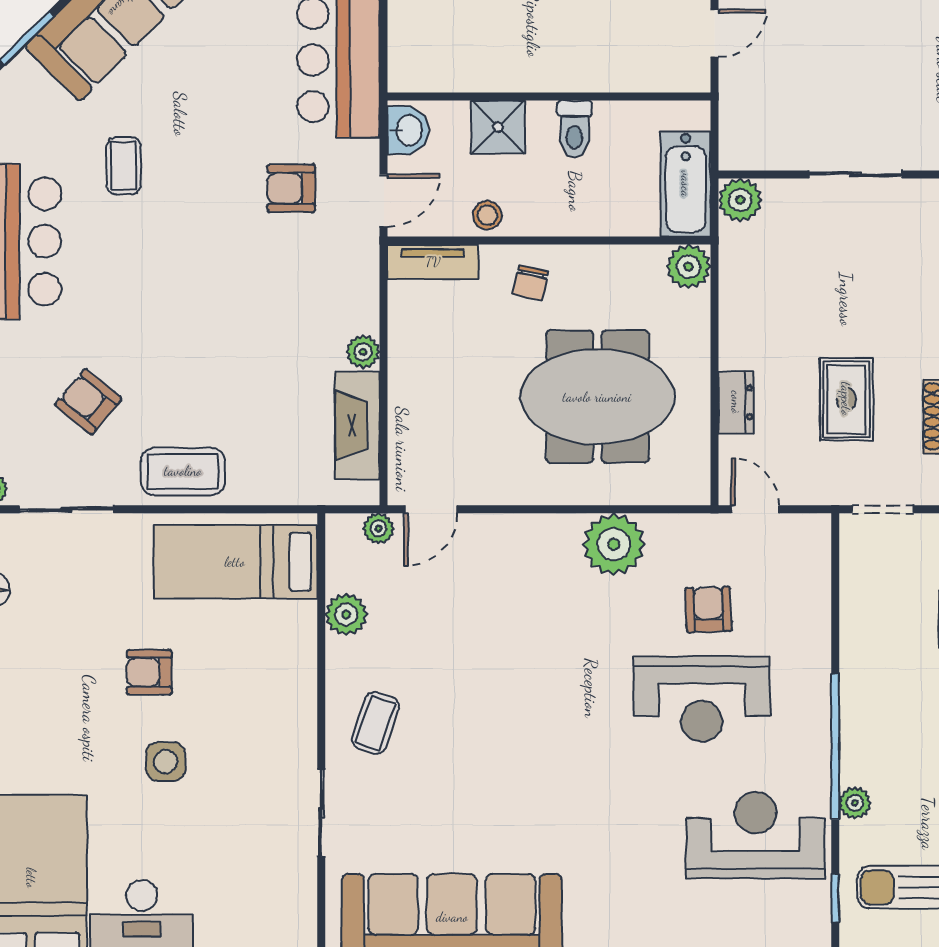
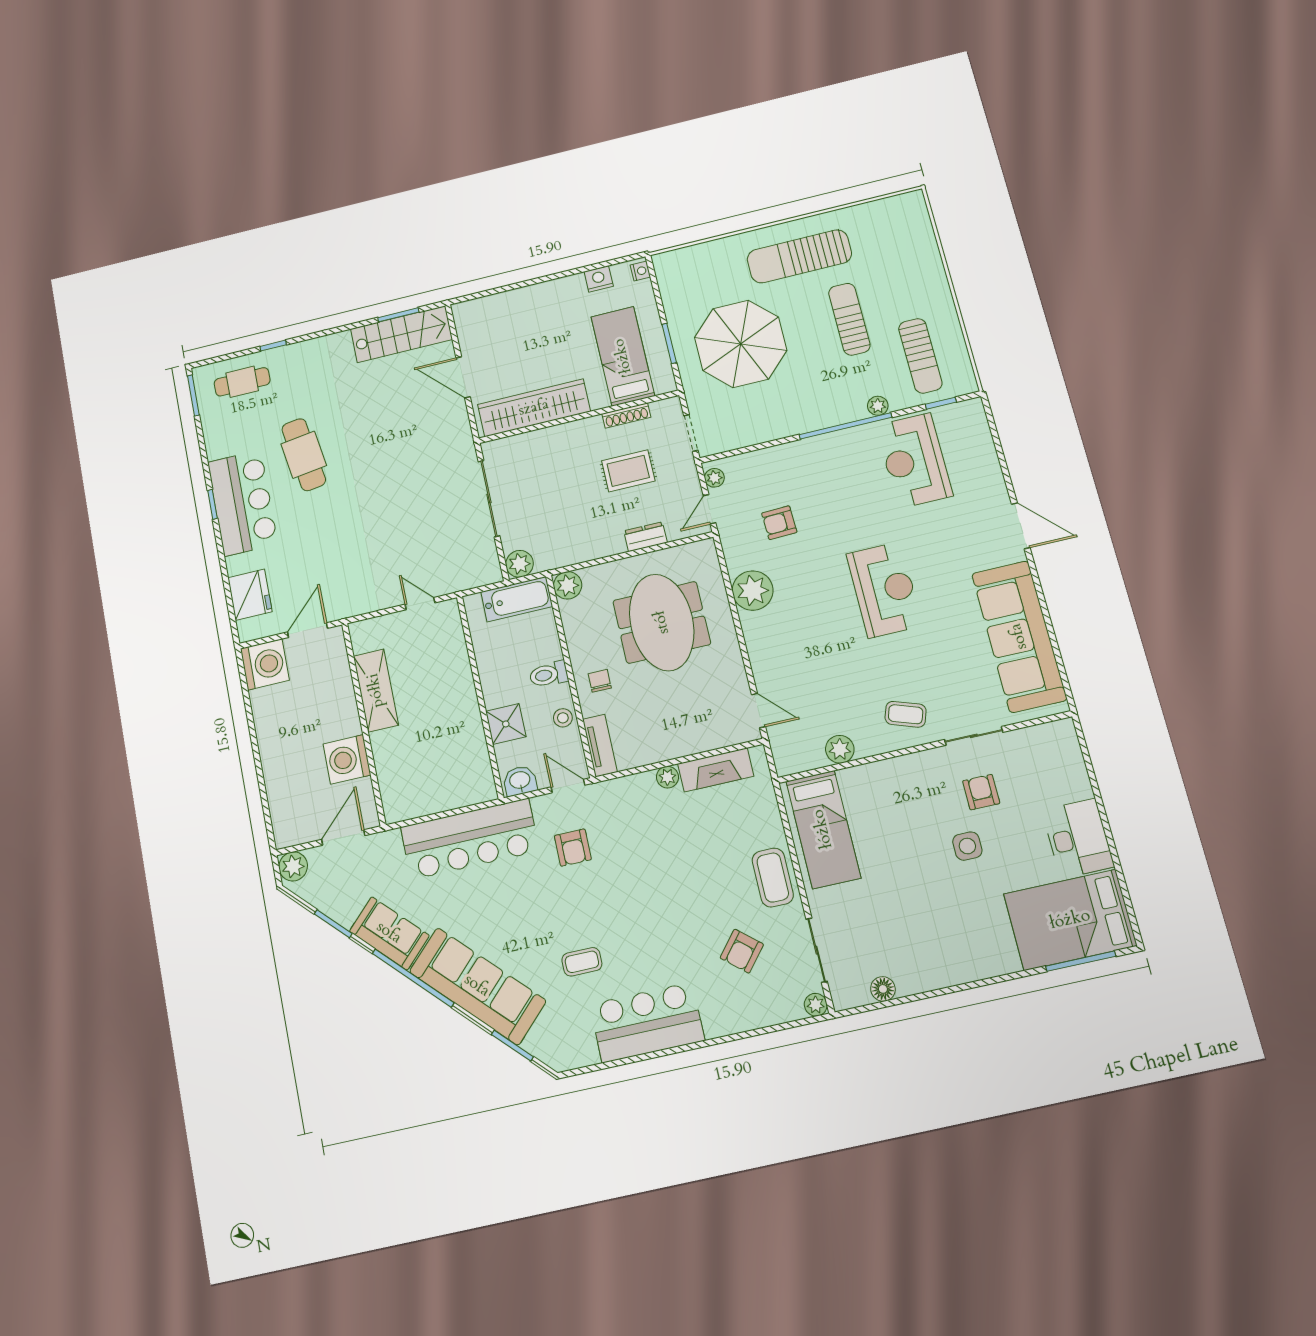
toilet: (575, 129) -> (549, 674), moved, turned 180
sliding door: (855, 174) -> (489, 499), width x1.37
chair: (530, 283) -> (600, 681), turned -102
plant: (379, 528) -> (714, 478), moved
armchair: (149, 672) -> (981, 792), moved, turned 180
reception desk: (702, 699) -> (884, 590), moved

